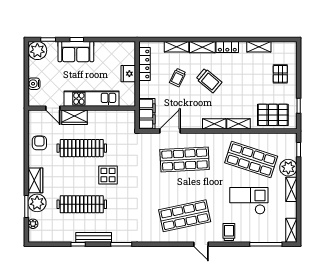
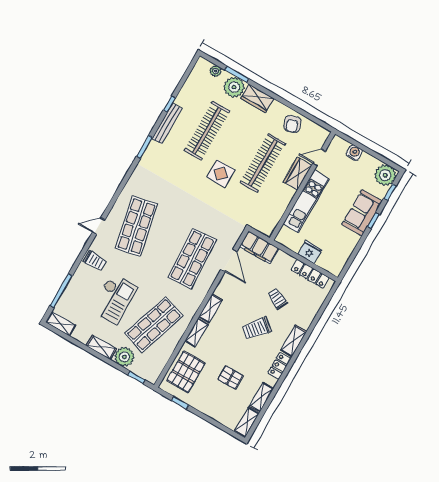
shelving: (177, 47) -> (247, 422), moved
pallet: (280, 74) -> (230, 377), moved
armchair: (39, 143) -> (292, 124), turned 71

